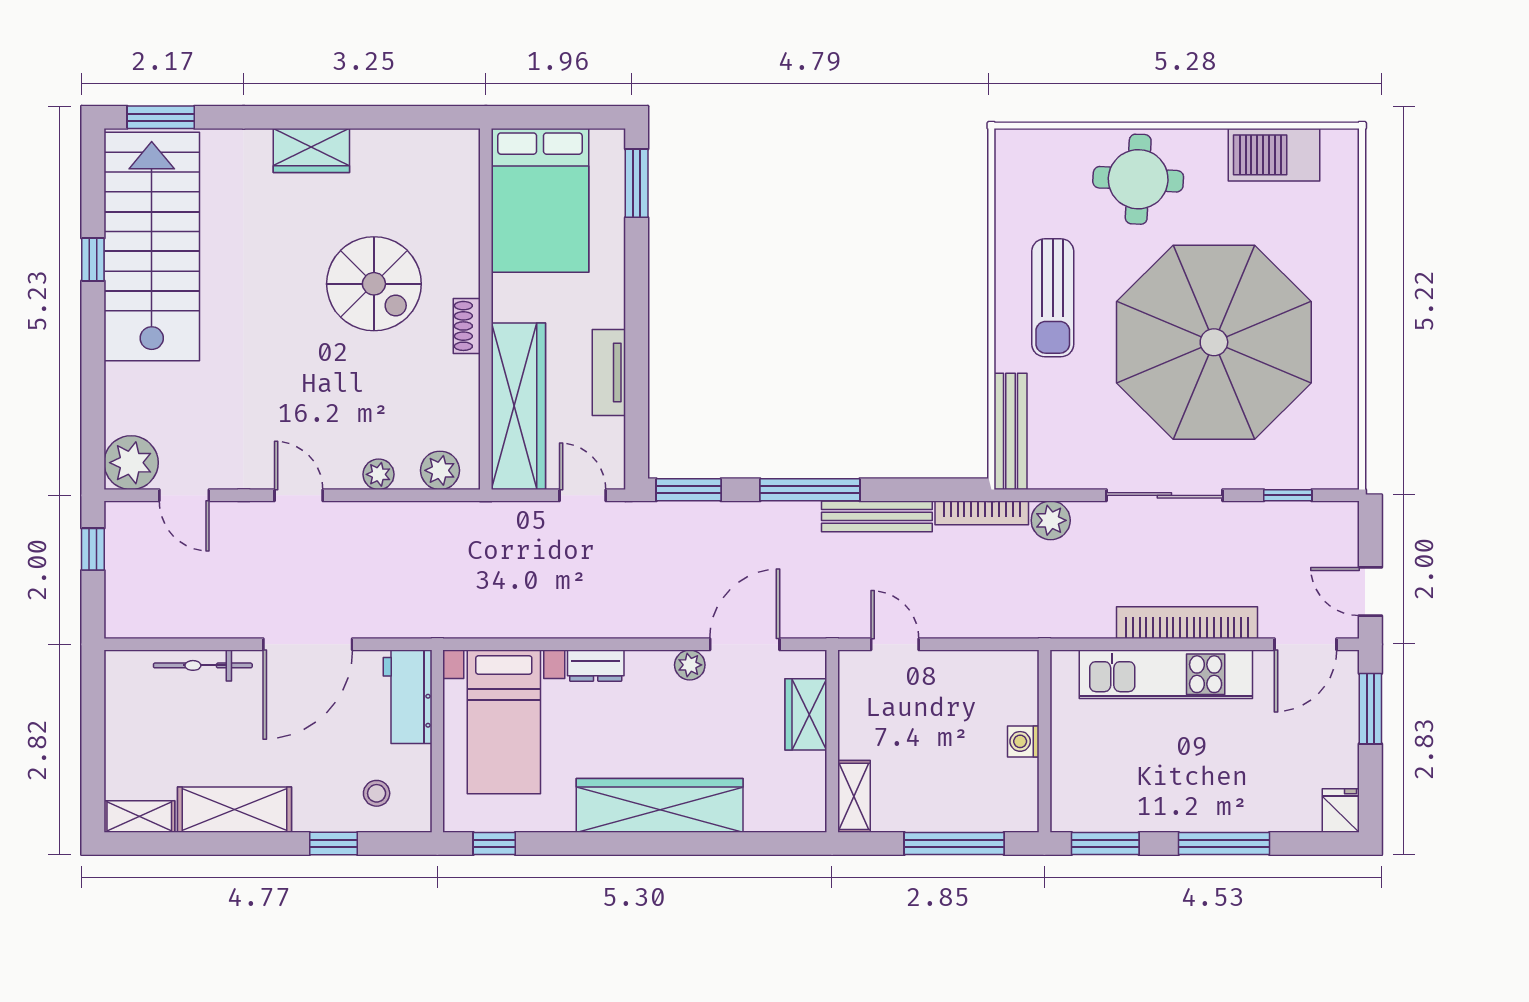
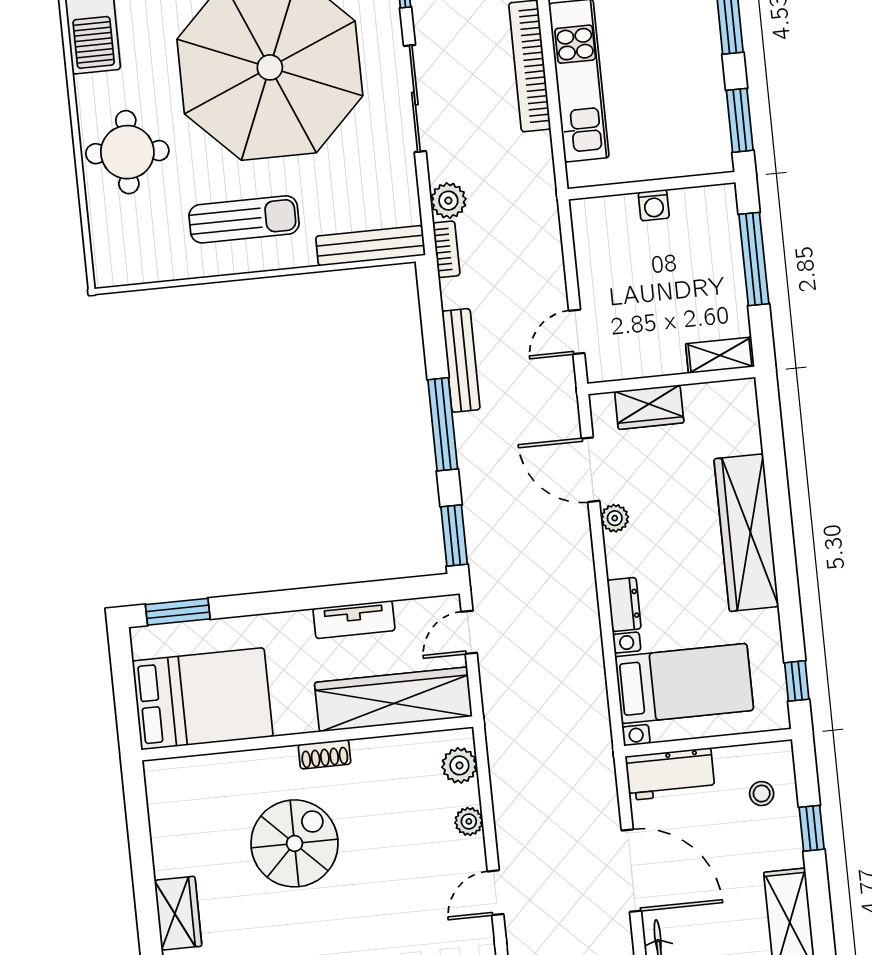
bookcase: (982, 513) -> (446, 249), width x0.64

